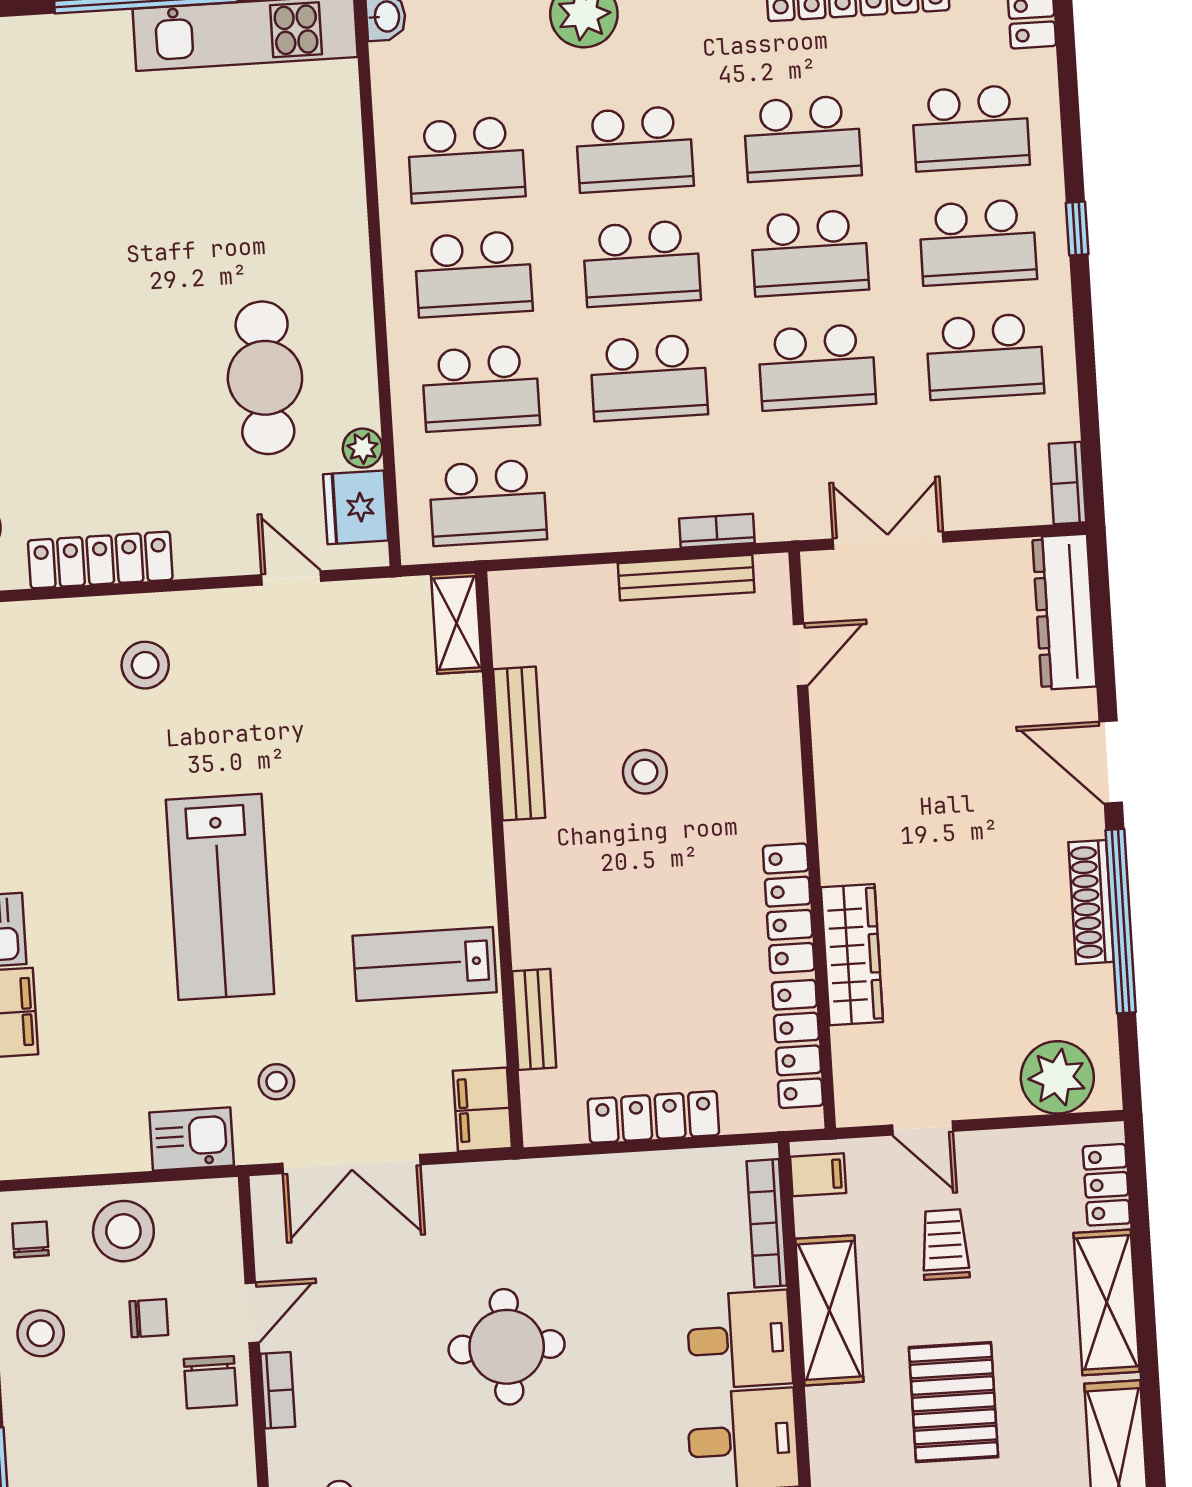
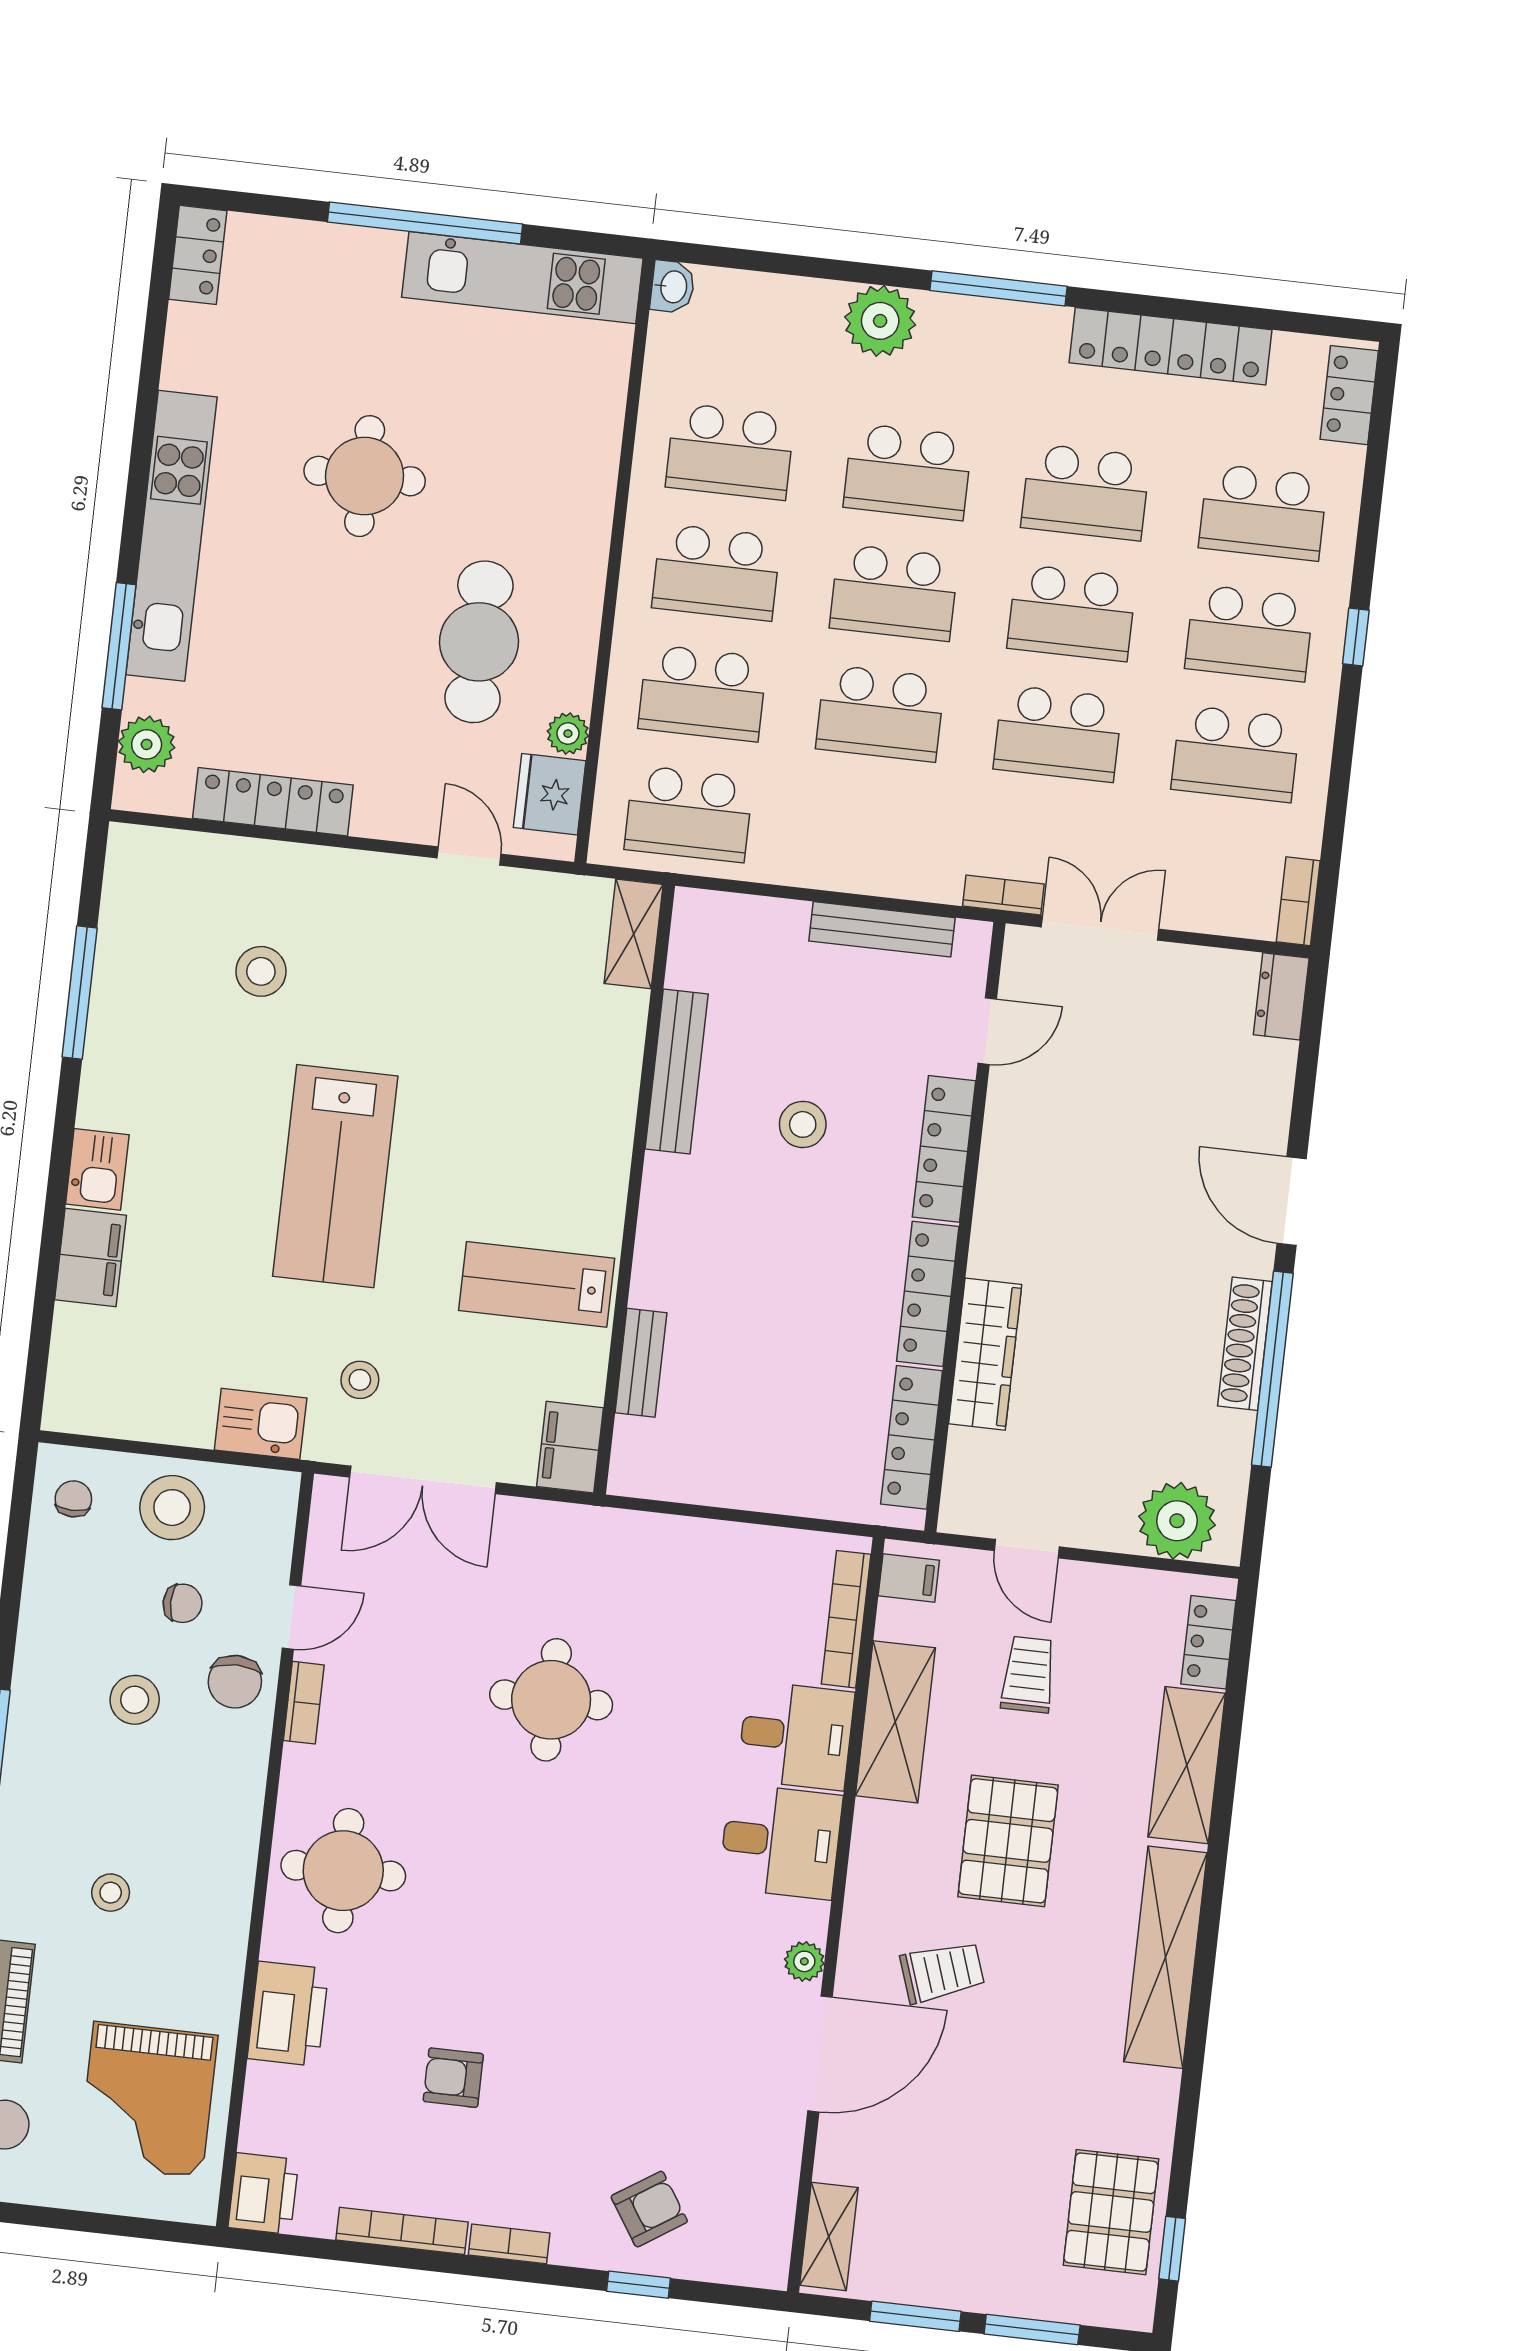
round table: (132, 243) -> (365, 476), added
bookcase: (717, 531) -> (1003, 895), moved
dresser: (1064, 612) -> (1281, 996), width x0.51, depth x0.80
stool: (145, 665) -> (261, 971), moved
locker: (653, 1117) -> (944, 1149), moved, turned -90
stool: (41, 1333) -> (135, 1700), moved

